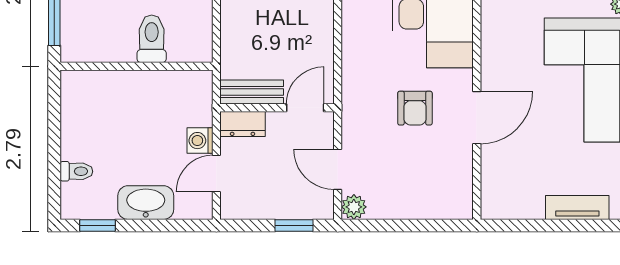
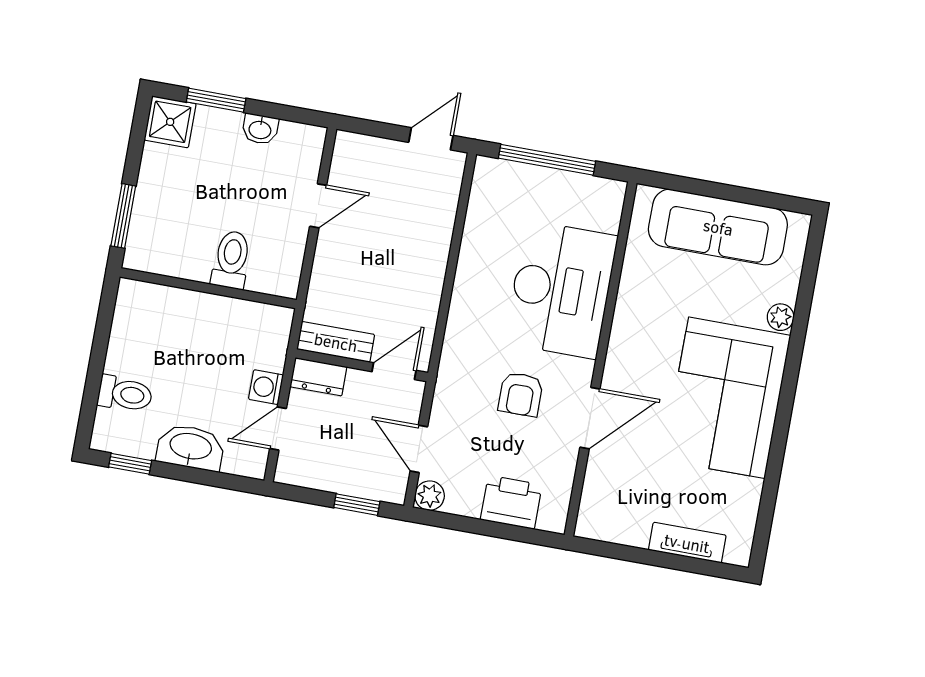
toilet: (76, 171) -> (125, 394), width x1.37, depth x1.39
printer: (423, 200) -> (511, 502), added

